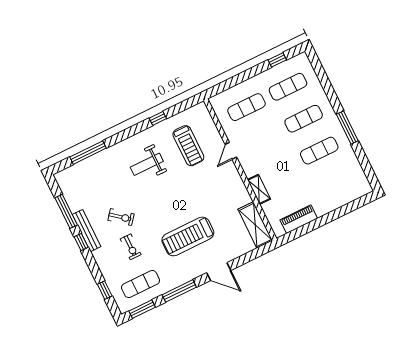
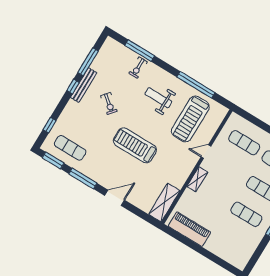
window: (158, 118) -> (196, 85), width x3.17
treadmill: (188, 146) -> (190, 119), width x1.37, depth x1.37
shelving: (259, 189) -> (197, 179), moved
piano: (299, 219) -> (189, 229), width x1.37, depth x1.33
treadmill: (188, 236) -> (135, 145), moved
exercise bike: (131, 247) -> (138, 68), moved
door: (219, 272) -> (115, 198), swing flipped

